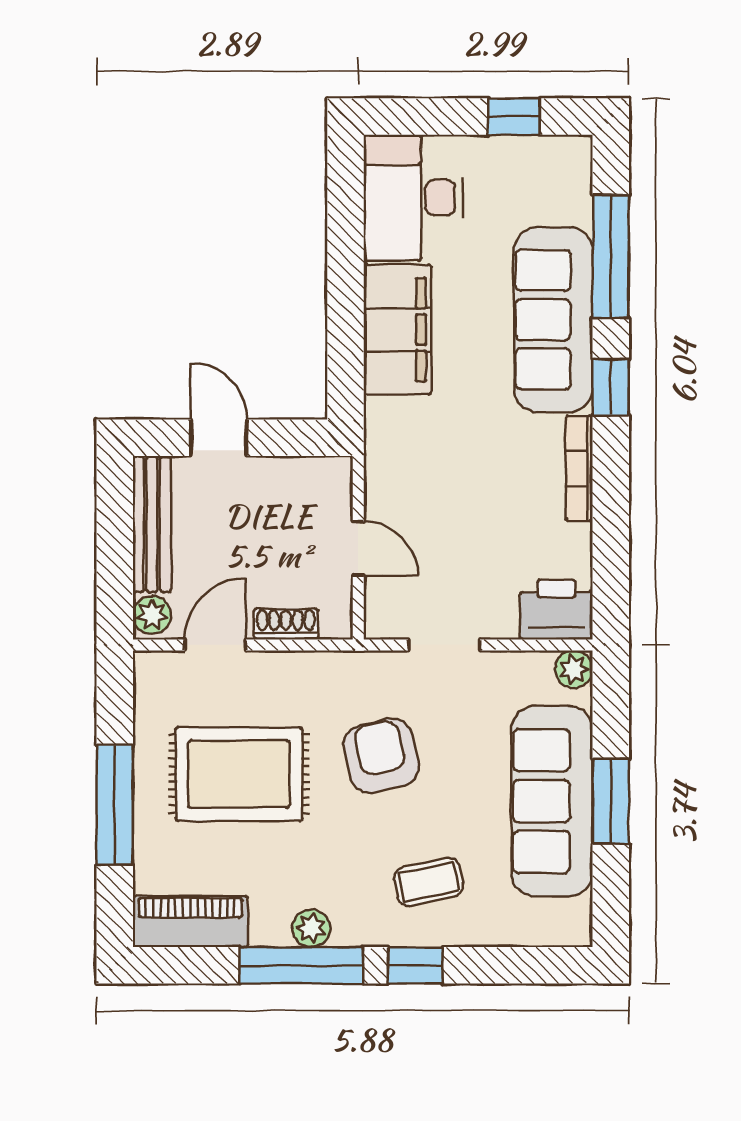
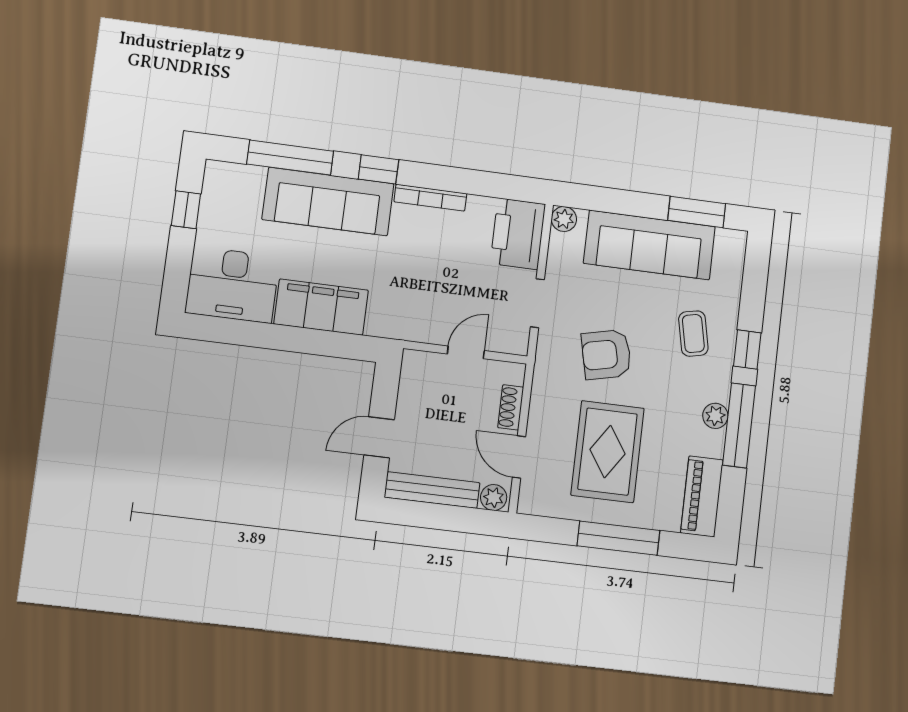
printer: (556, 610) -> (518, 234), width x1.37, depth x1.19
window: (611, 801) -> (697, 212), moved

